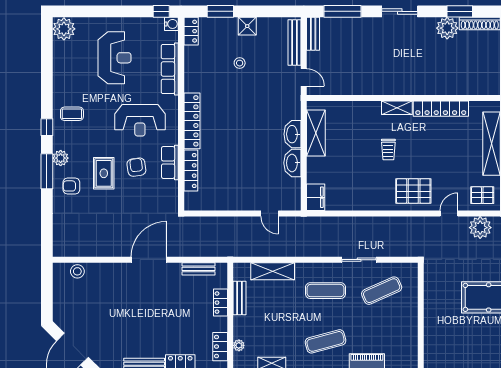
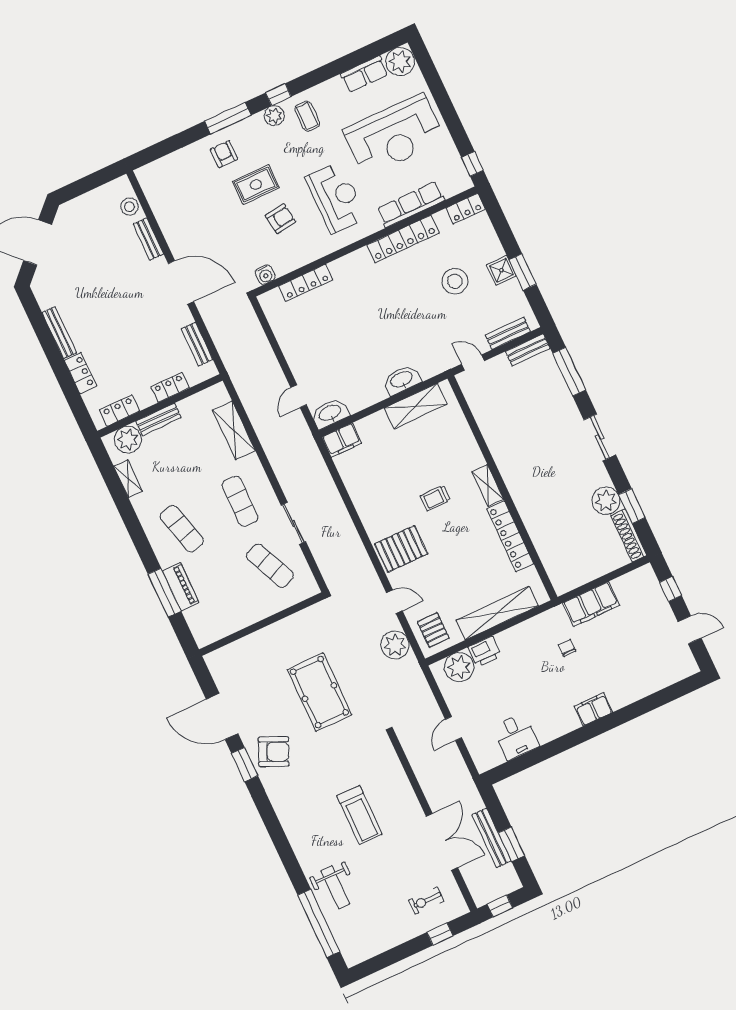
window: (220, 11) -> (523, 272), moved
water cooler: (171, 24) -> (265, 275), moved
bench: (295, 43) -> (508, 333), width x0.73
reception desk: (115, 58) -> (394, 135), width x1.36, depth x1.30
stool: (240, 63) -> (455, 281), width x1.89, depth x1.89
door: (304, 77) -> (473, 363), swing flipped
reception desk: (140, 120) -> (336, 198), turned 180
locker: (192, 121) -> (403, 239), moved
plant: (61, 158) -> (274, 116), moved
row of seats: (170, 162) -> (364, 74), moved, turned 180
washbasin: (292, 163) -> (330, 413), moved
pallet: (413, 191) -> (401, 549), turned 90
bench: (107, 269) -> (148, 239), added
bench: (240, 298) -> (158, 419), moved
plant: (239, 345) -> (128, 440), width x1.88, depth x1.88

